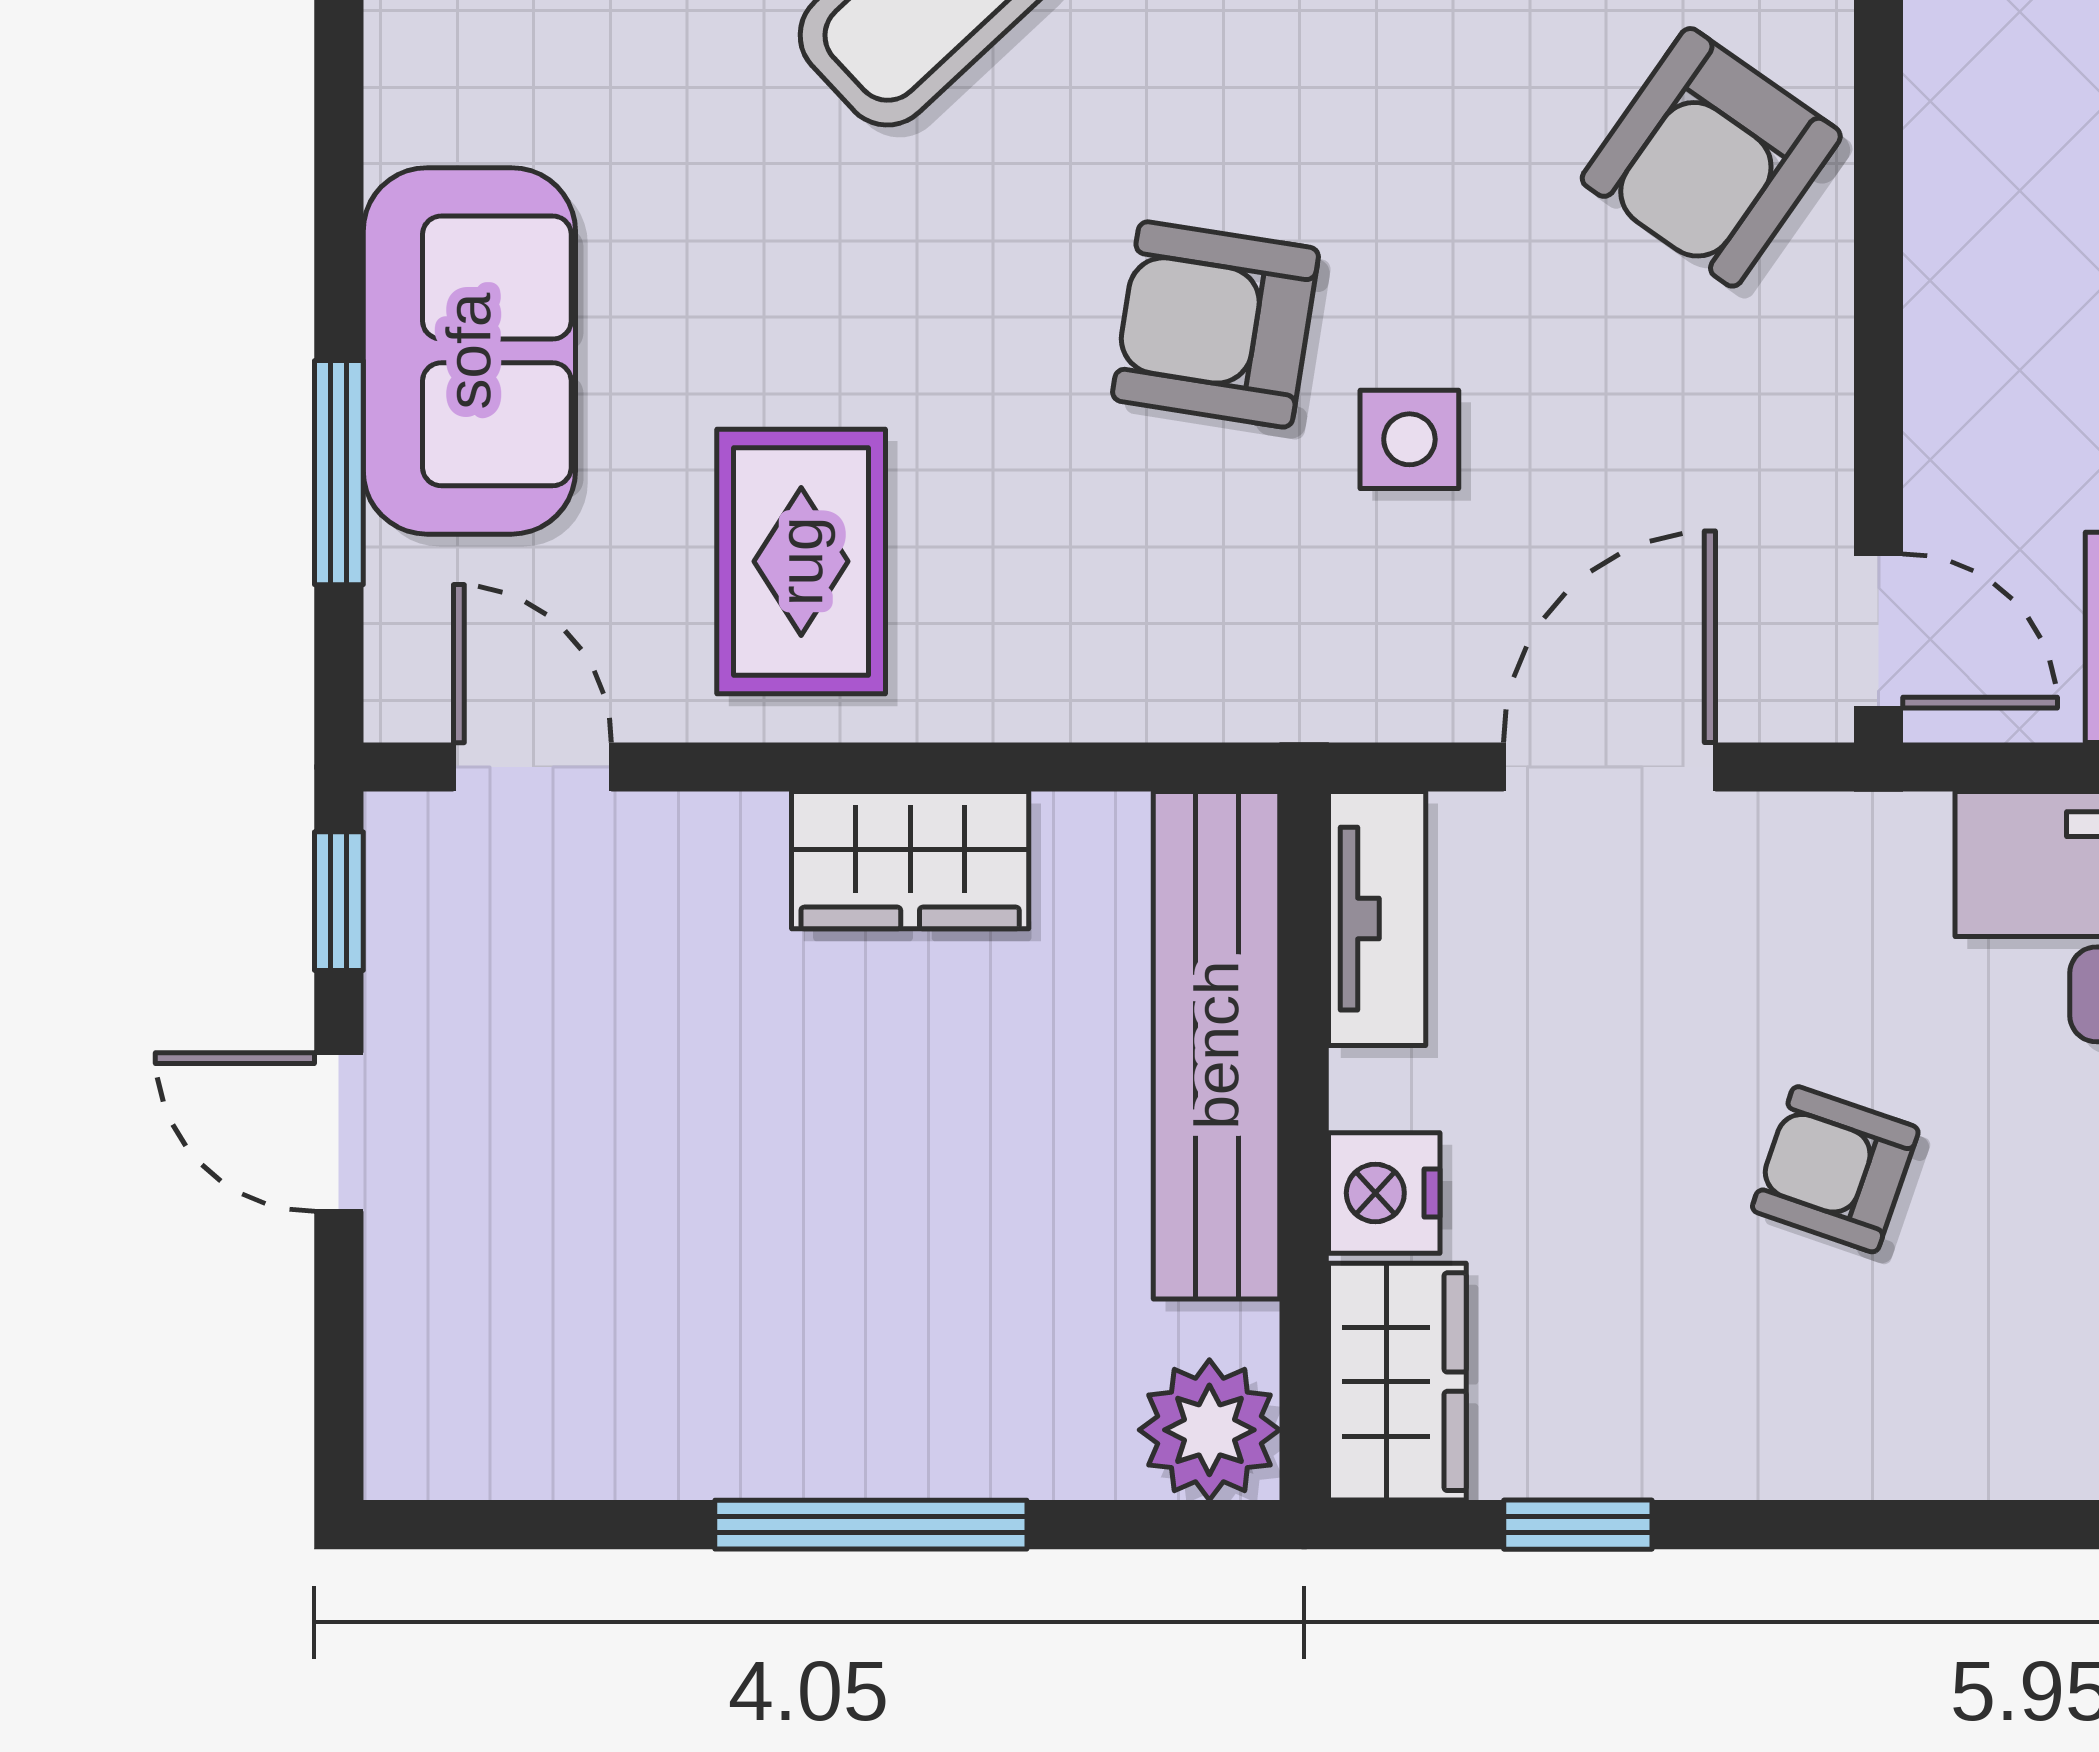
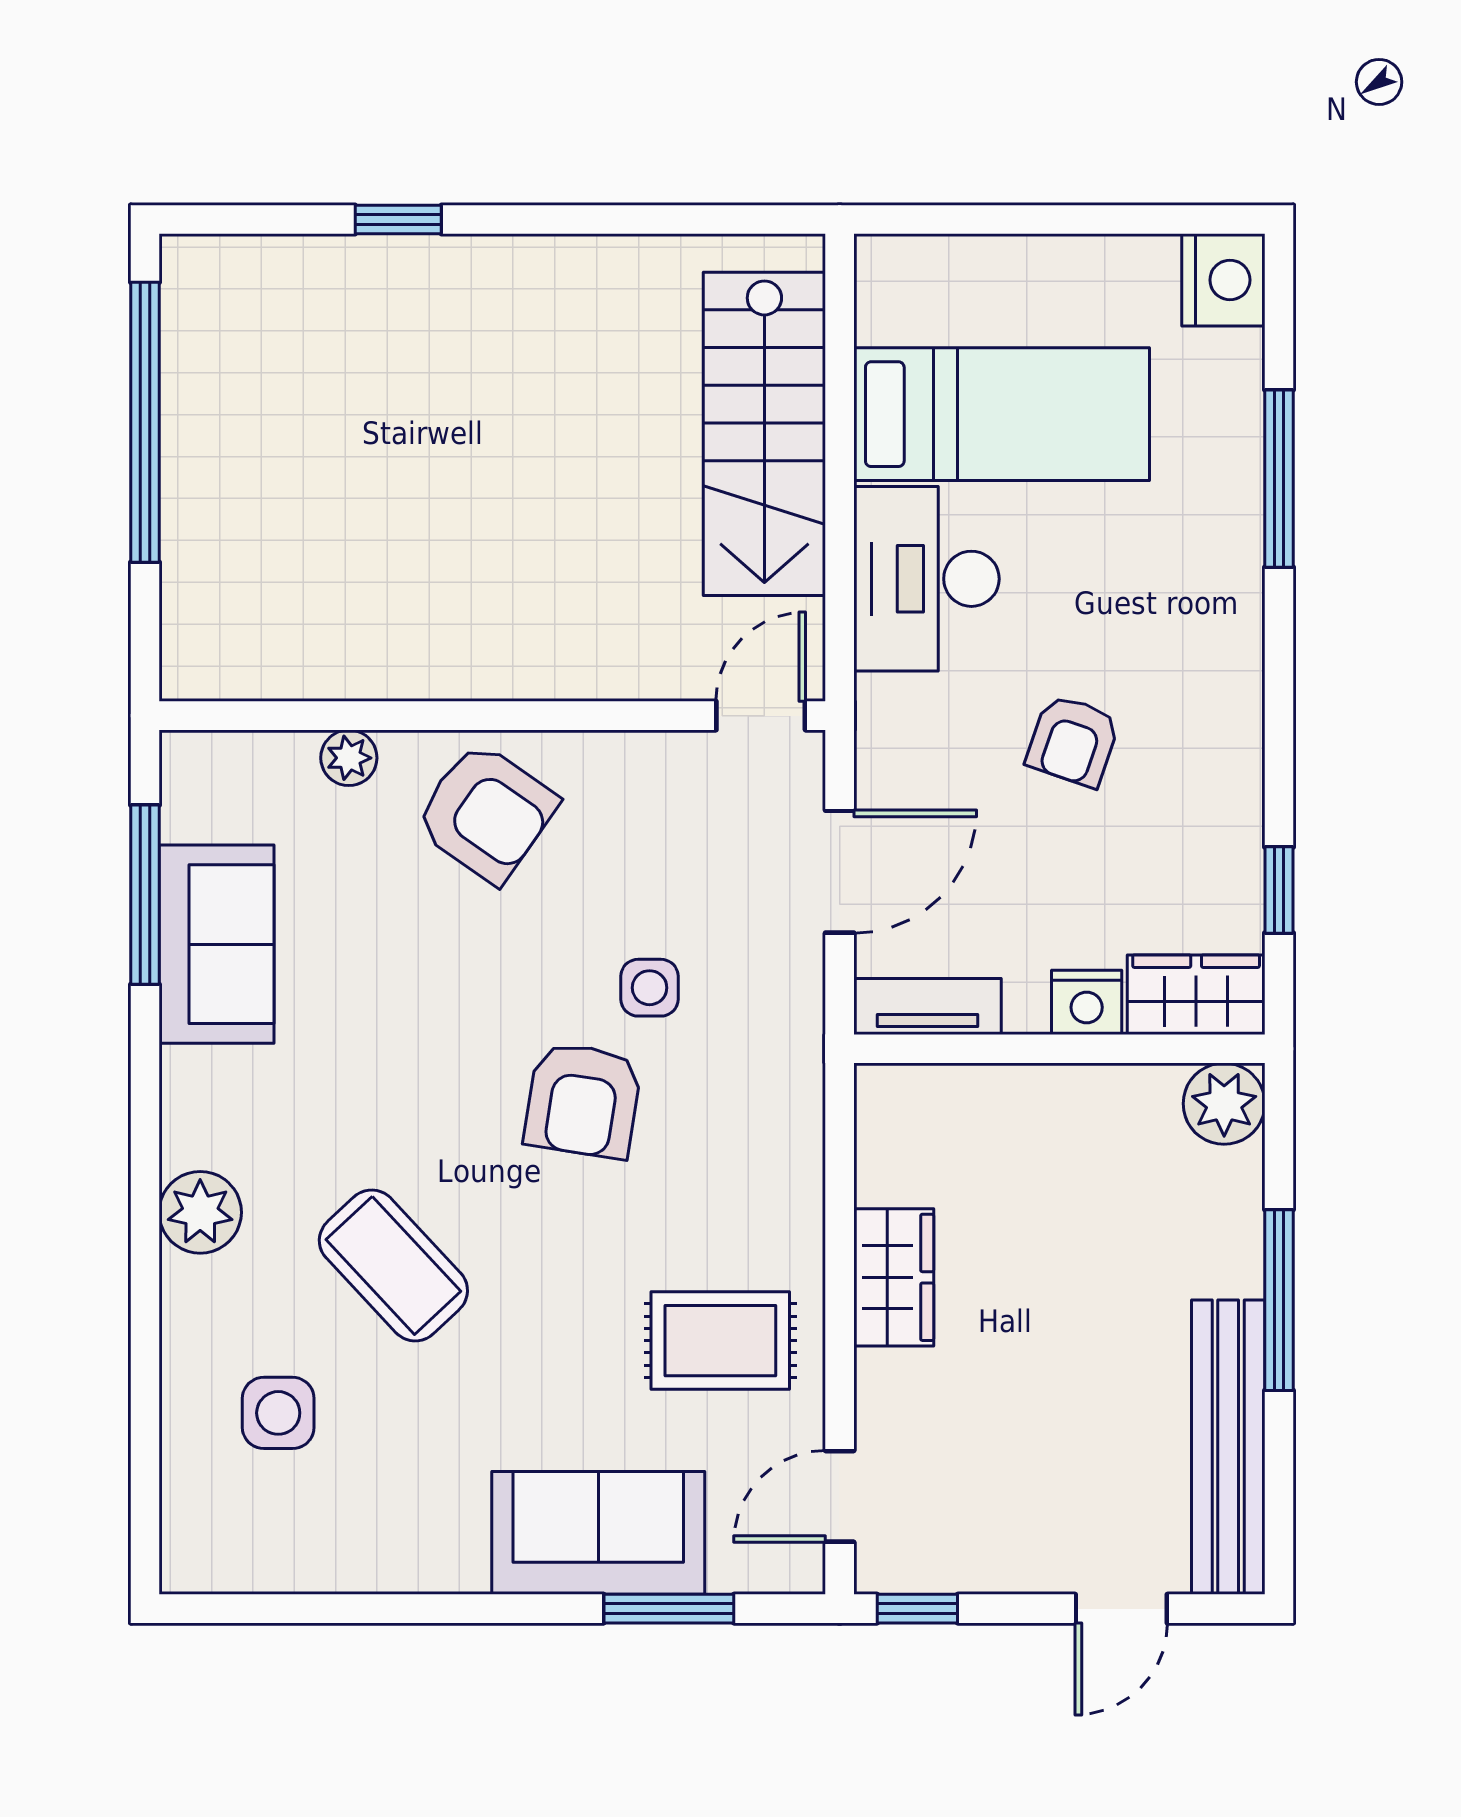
door: (1610, 767) -> (840, 872), swing flipped
bench: (1217, 1045) -> (1228, 1447), moved, turned 90
door: (339, 1132) -> (1121, 1609), moved

